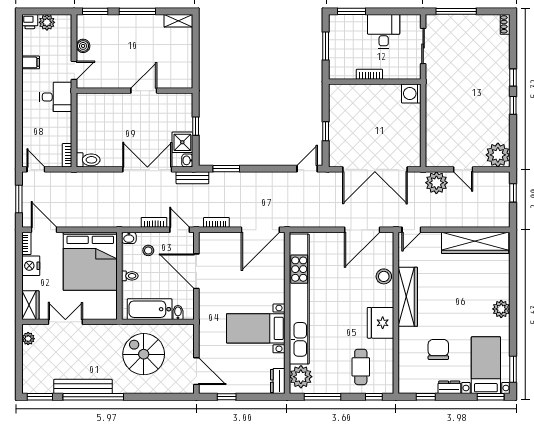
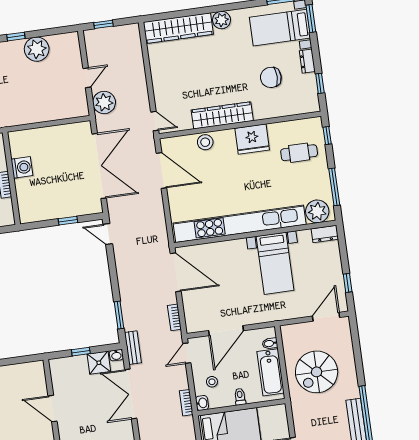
washing machine: (411, 93) -> (22, 167), moved, turned -90
plant: (498, 155) -> (37, 49), moved
bookcase: (154, 222) -> (186, 403), moved
wardrobe: (475, 243) -> (178, 28), moved, turned 90

